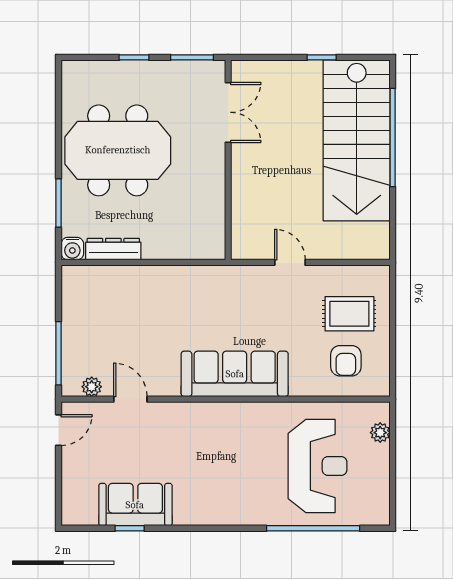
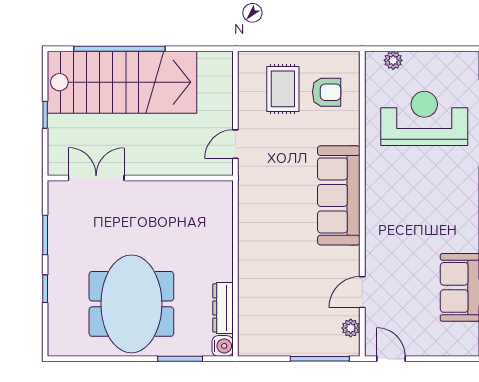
double door: (228, 112) -> (96, 178), moved
wall: (228, 160) -> (140, 178), moved

